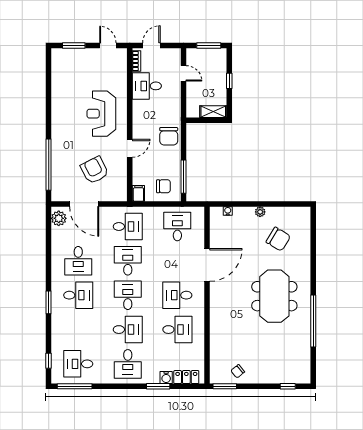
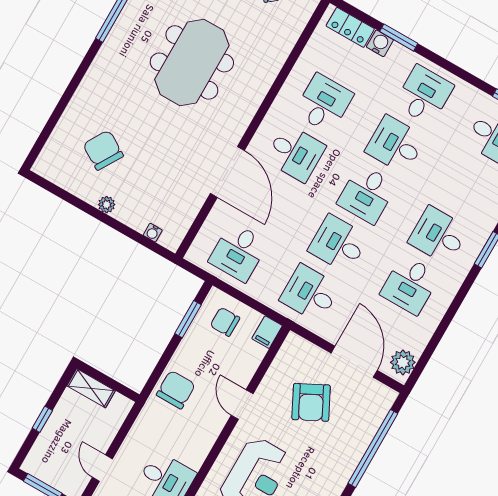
door: (130, 148) -> (242, 405), hinge flipped
window: (183, 177) -> (188, 319), width x0.69
desk: (78, 261) -> (410, 285), turned 180
desk: (128, 261) -> (338, 244), turned 90
door: (207, 265) -> (227, 172), swing flipped
meeting table: (274, 296) -> (192, 62), moved
desk: (177, 330) -> (324, 103), turned 90

